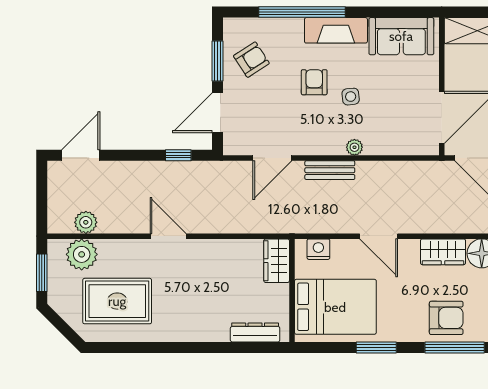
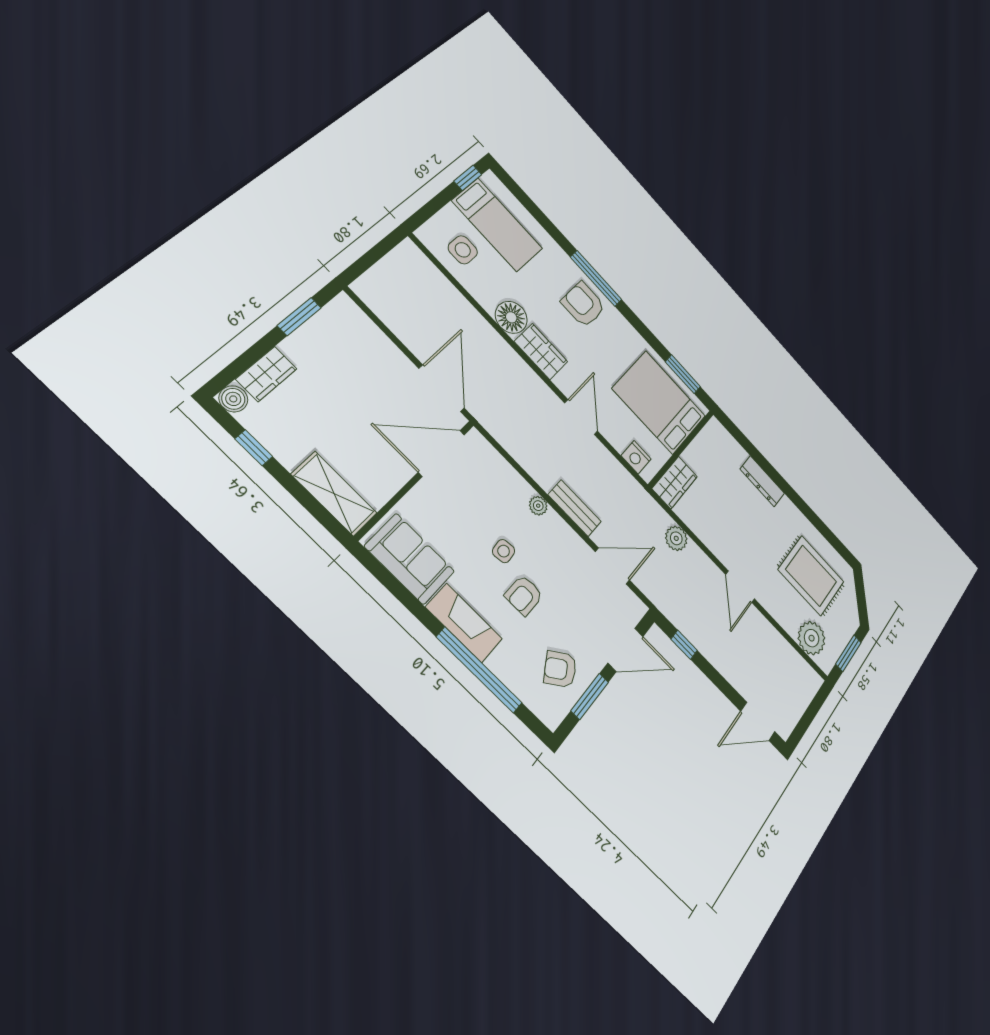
plant: (86, 222) -> (676, 538), moved
dresser: (255, 332) -> (762, 481), moved
window: (376, 348) -> (683, 374), moved

